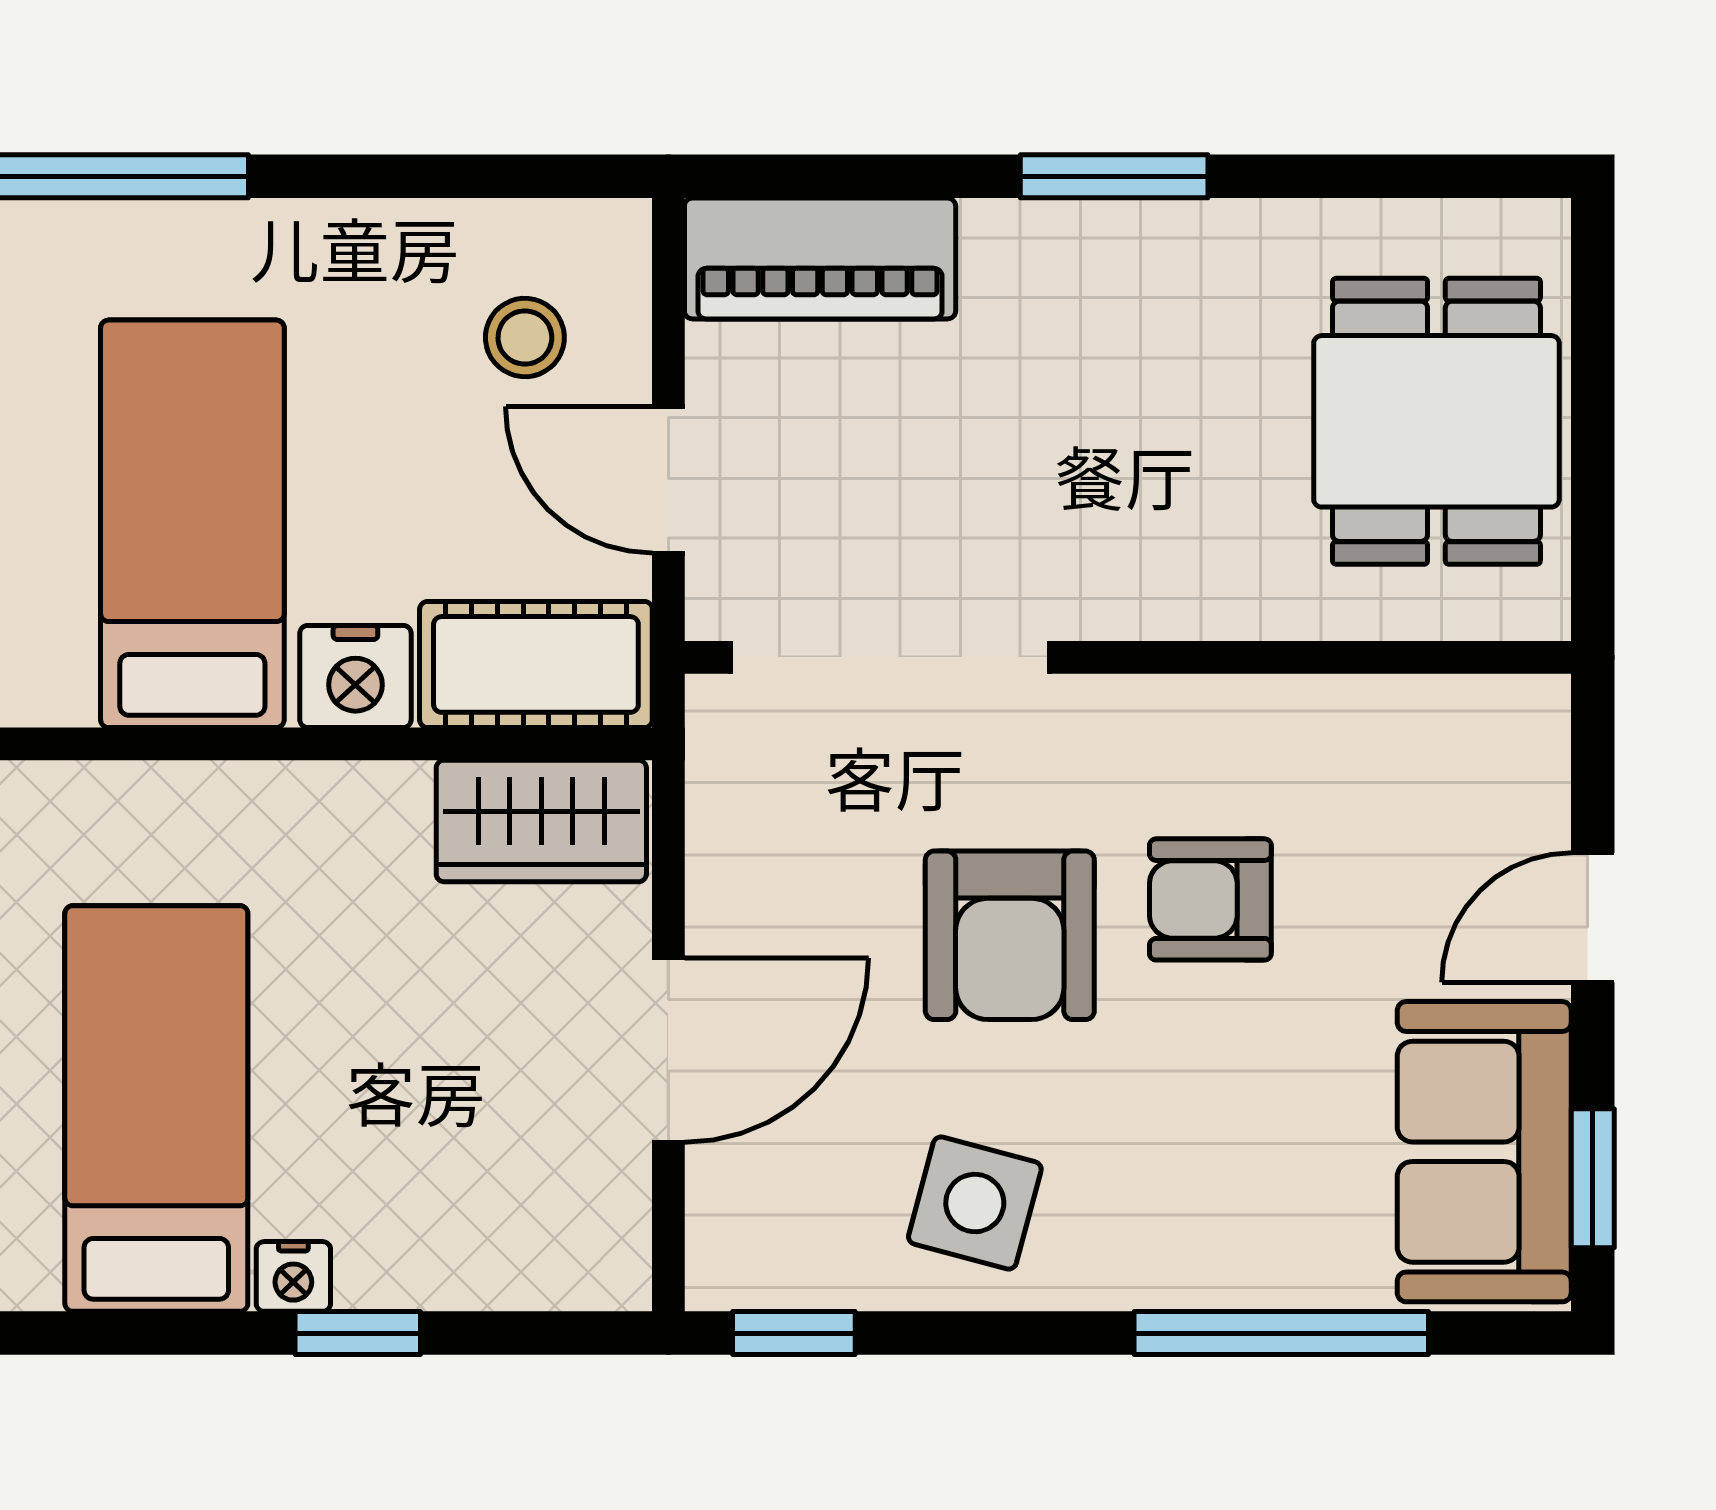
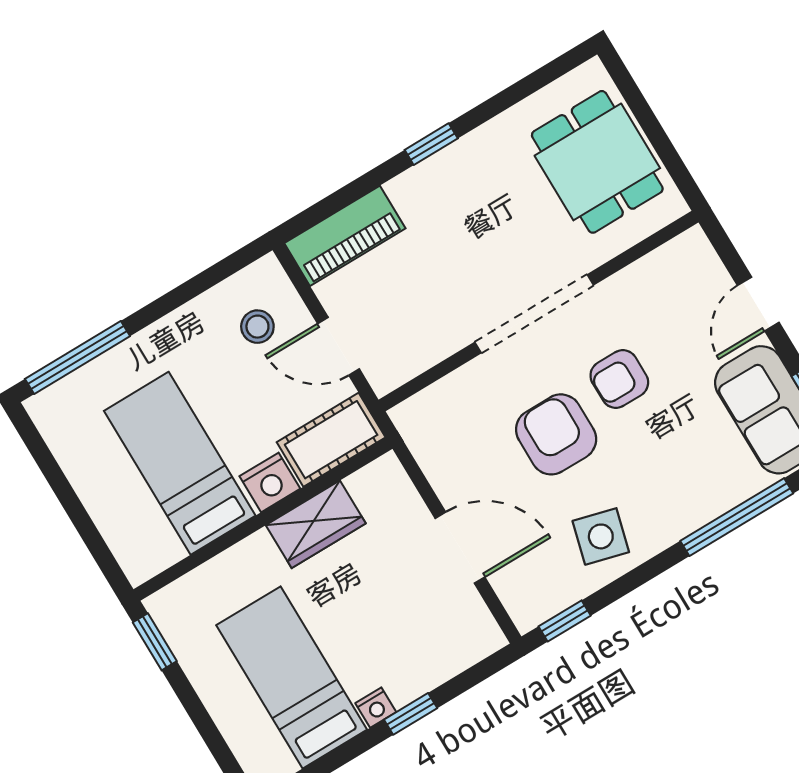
window: (1114, 176) -> (431, 144), width x0.67
doorway: (890, 657) -> (534, 314), moved
wardrobe: (541, 821) -> (316, 524), moved
armchair: (1010, 935) -> (556, 434), turned 180
door: (668, 1050) -> (460, 548), hinge flipped

